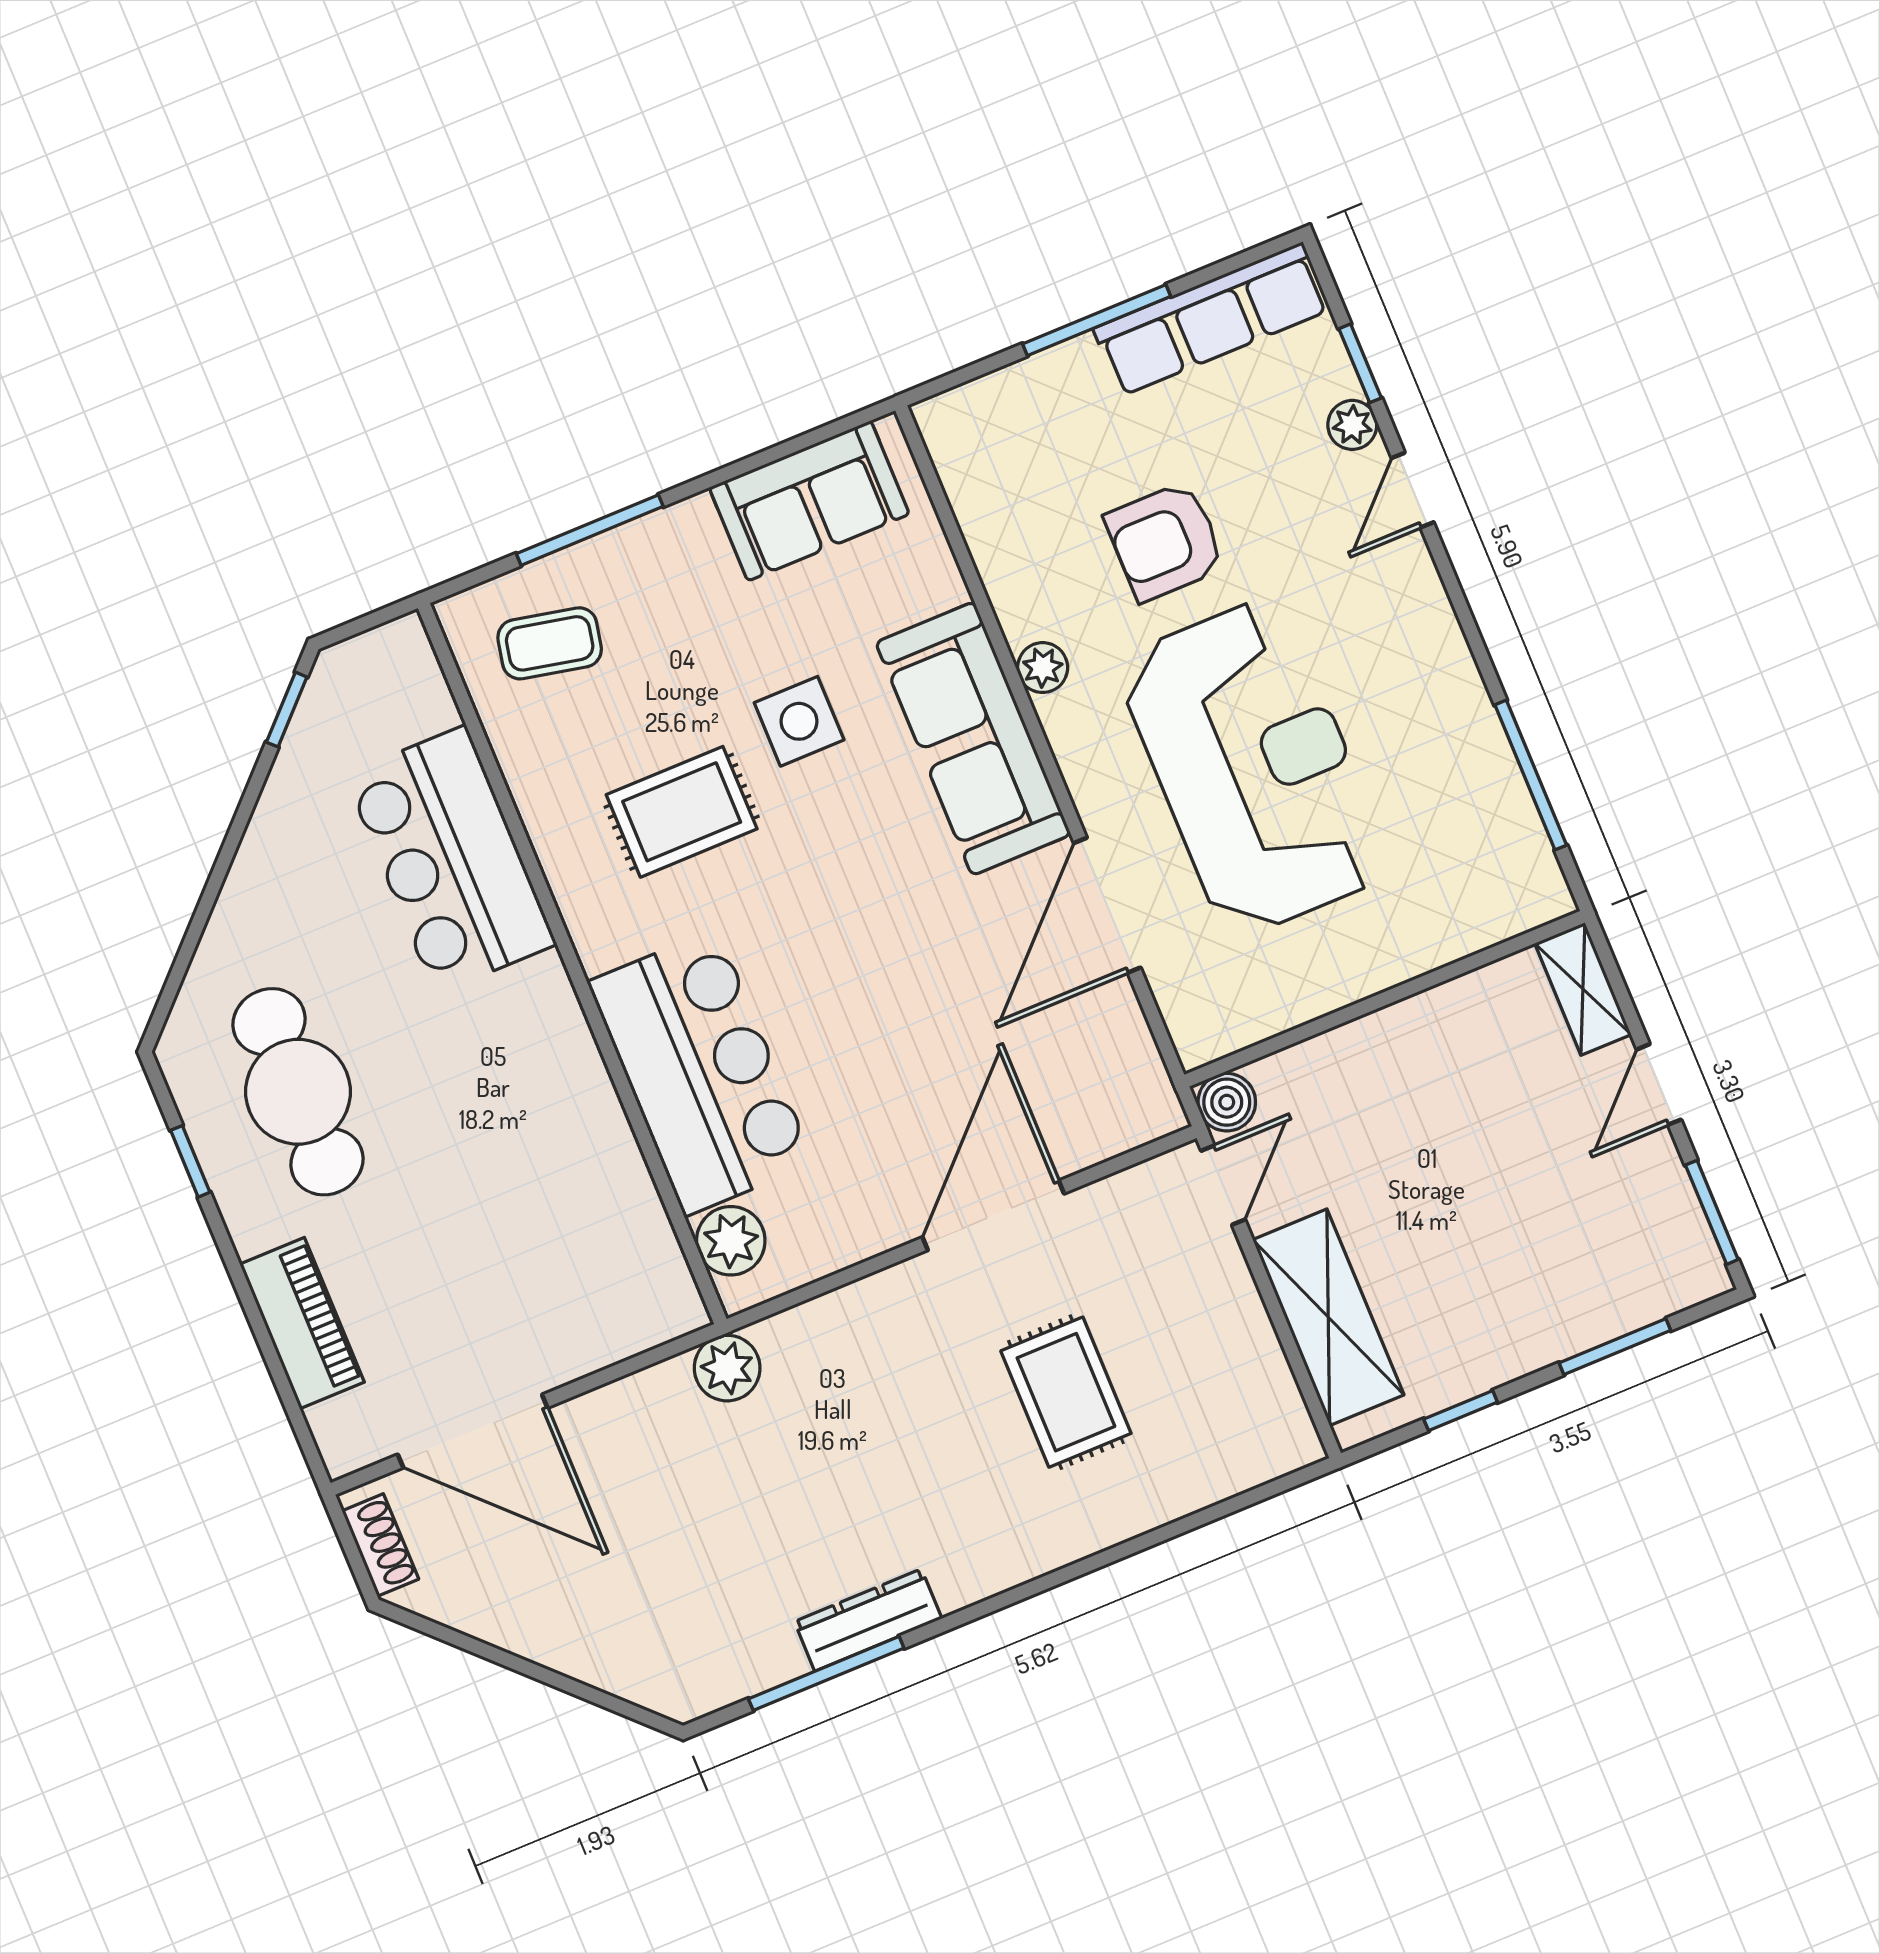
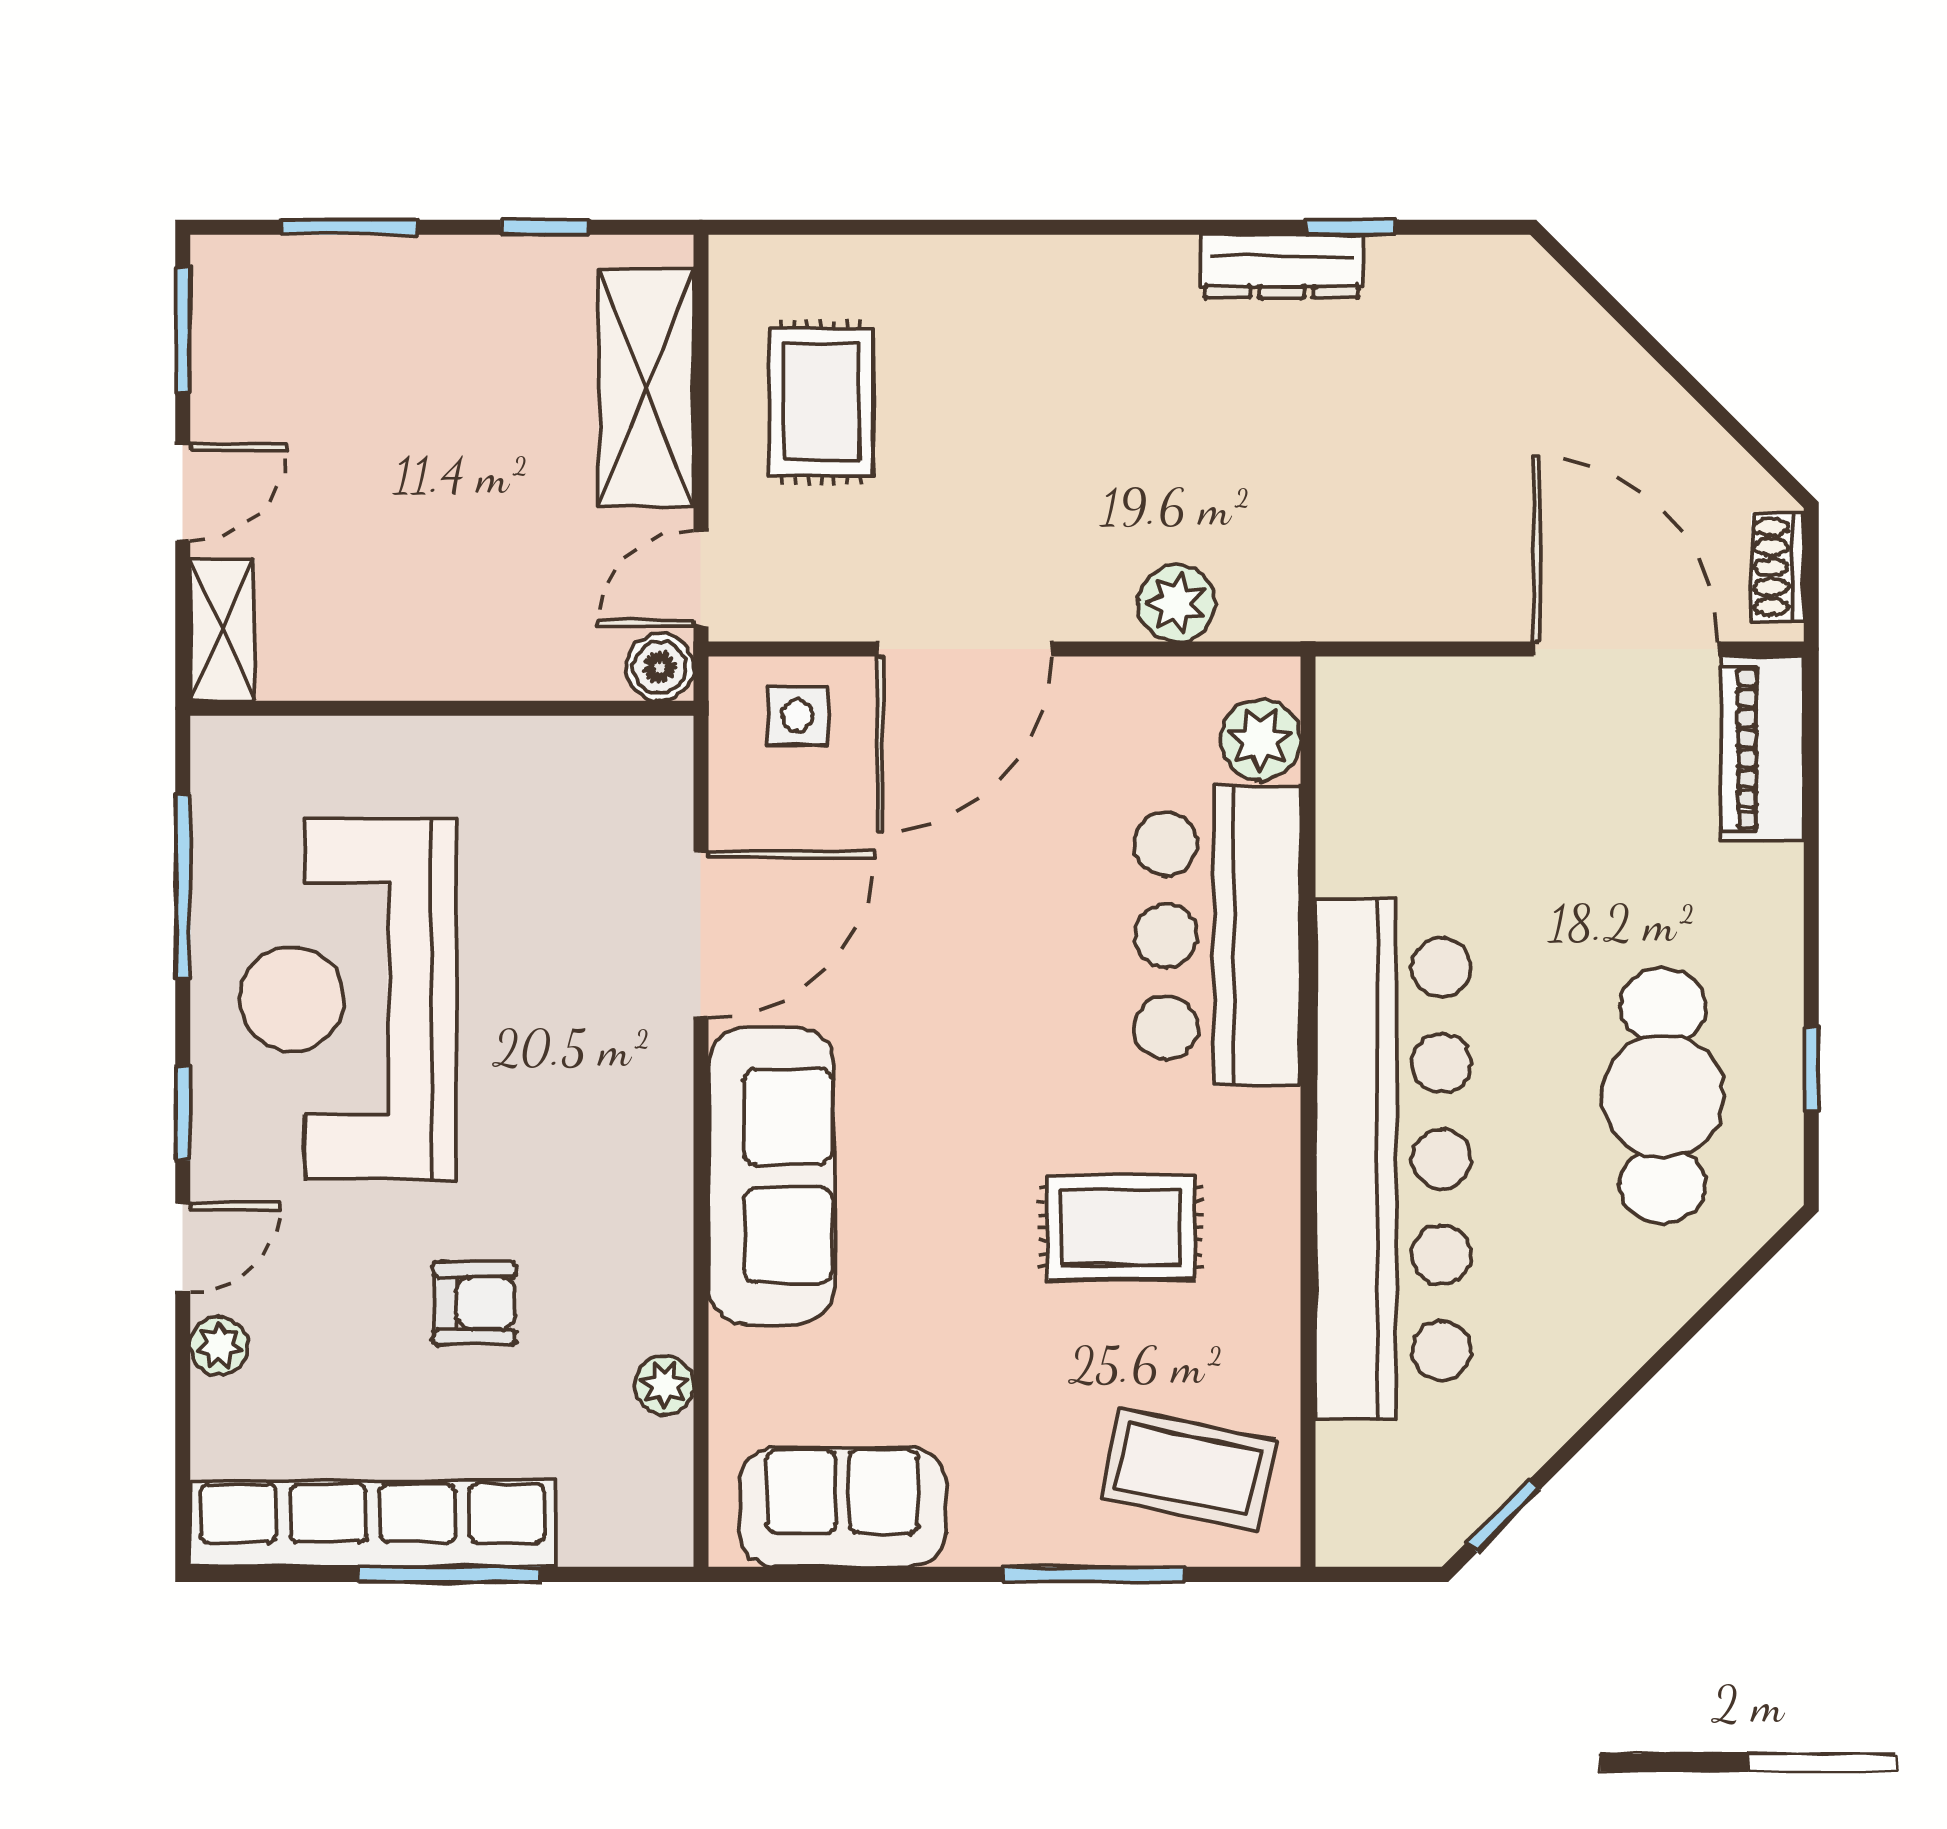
row of seats: (1212, 319) -> (373, 1524), width x1.36
window: (1360, 363) -> (183, 1113), moved
armchair: (1165, 541) -> (474, 1303), width x0.72, depth x0.72
coffee table: (550, 643) -> (1188, 1469), width x1.36, depth x1.30
plant: (1043, 668) -> (664, 1385), moved
side table: (799, 721) -> (797, 715), moved, width x0.73, depth x0.73
reception desk: (1254, 767) -> (349, 999), moved
bar counter: (451, 860) -> (1393, 1159), width x1.86
piano: (302, 1323) -> (1763, 749), moved
plant: (727, 1368) -> (1176, 603), moved
rug: (1066, 1392) -> (821, 402), moved
window: (826, 1673) -> (1351, 227), width x0.46

